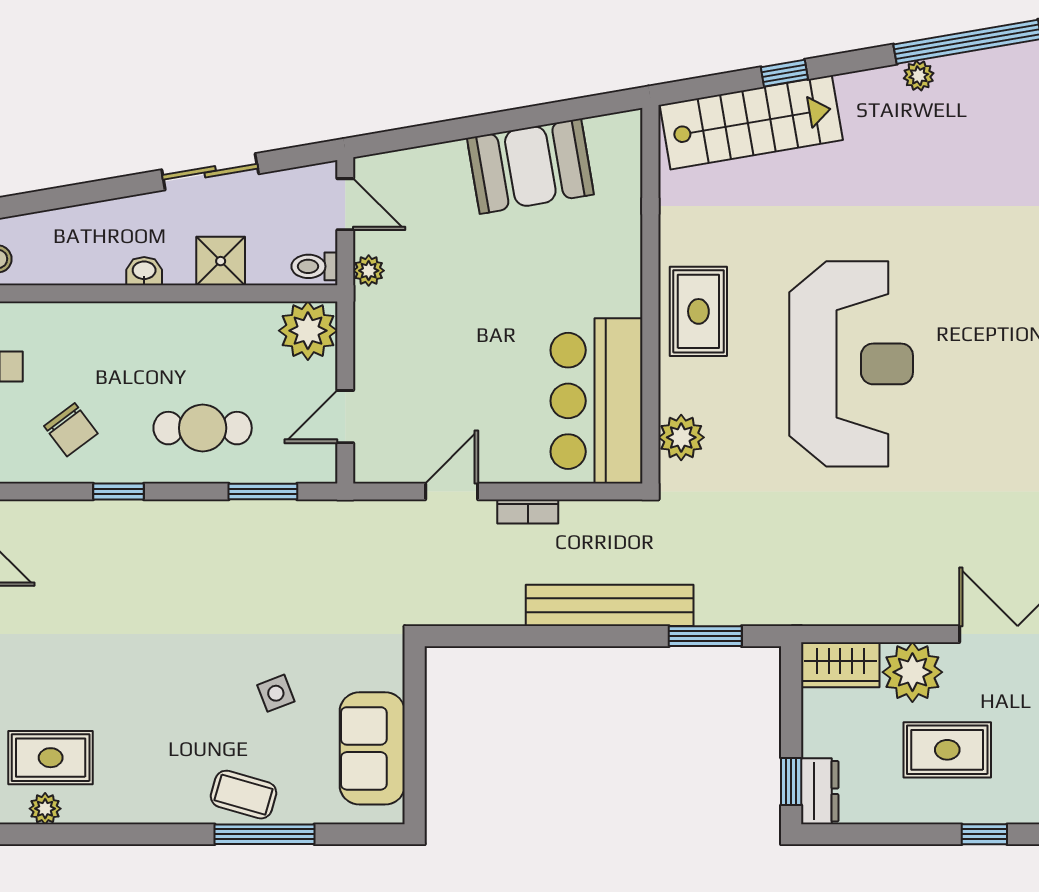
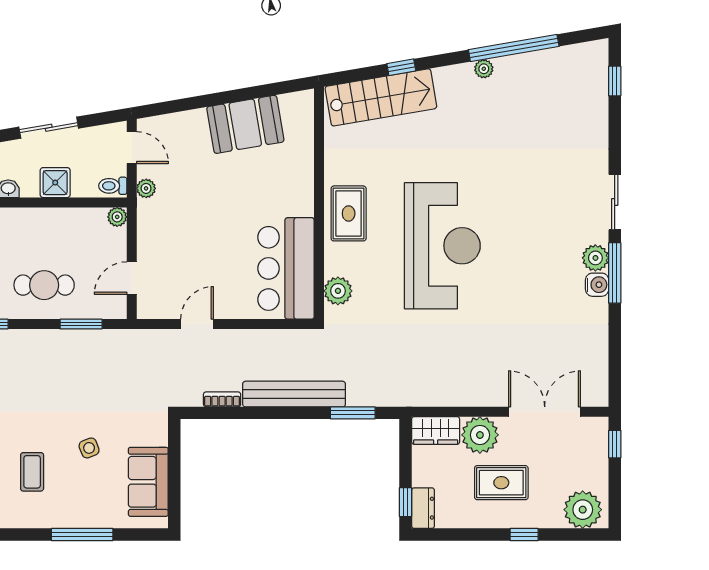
plant: (308, 331) -> (117, 217), width x0.53, depth x0.53
bookcase: (528, 512) -> (222, 399), moved, turned 180
coffee table: (244, 795) -> (32, 472), moved, turned 74

